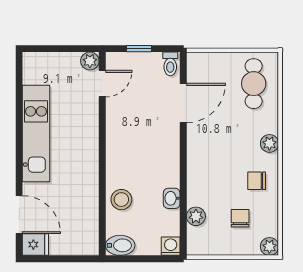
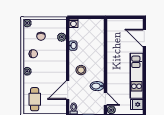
door: (102, 84) -> (105, 99), swing flipped
stool: (121, 200) -> (81, 70), moved
fridge: (35, 245) -> (137, 104), moved
bidet: (120, 245) -> (97, 86), moved

